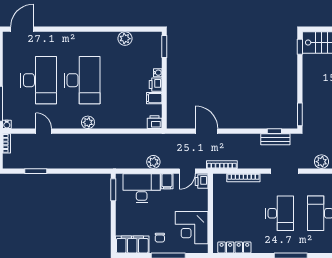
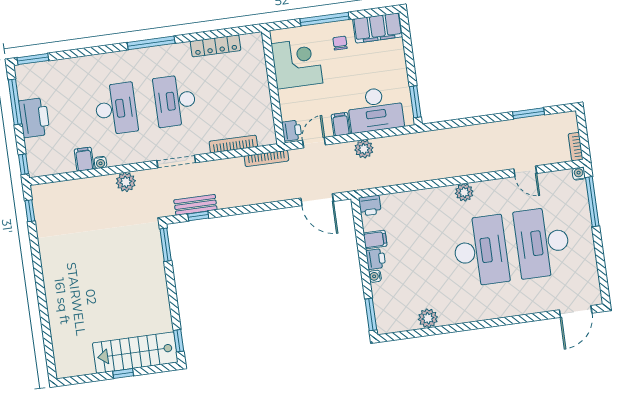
desk: (82, 80) -> (481, 251), turned 180
door: (207, 131) -> (317, 200), moved
locker: (234, 247) -> (216, 46), moved

